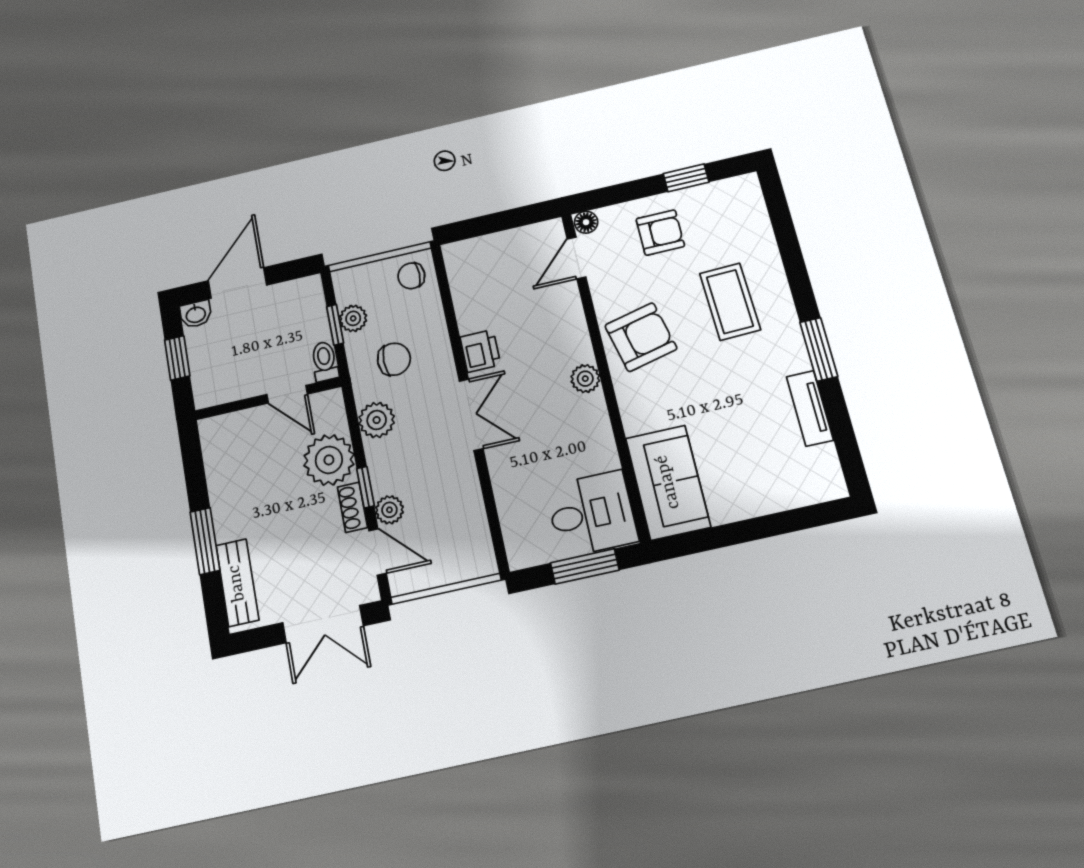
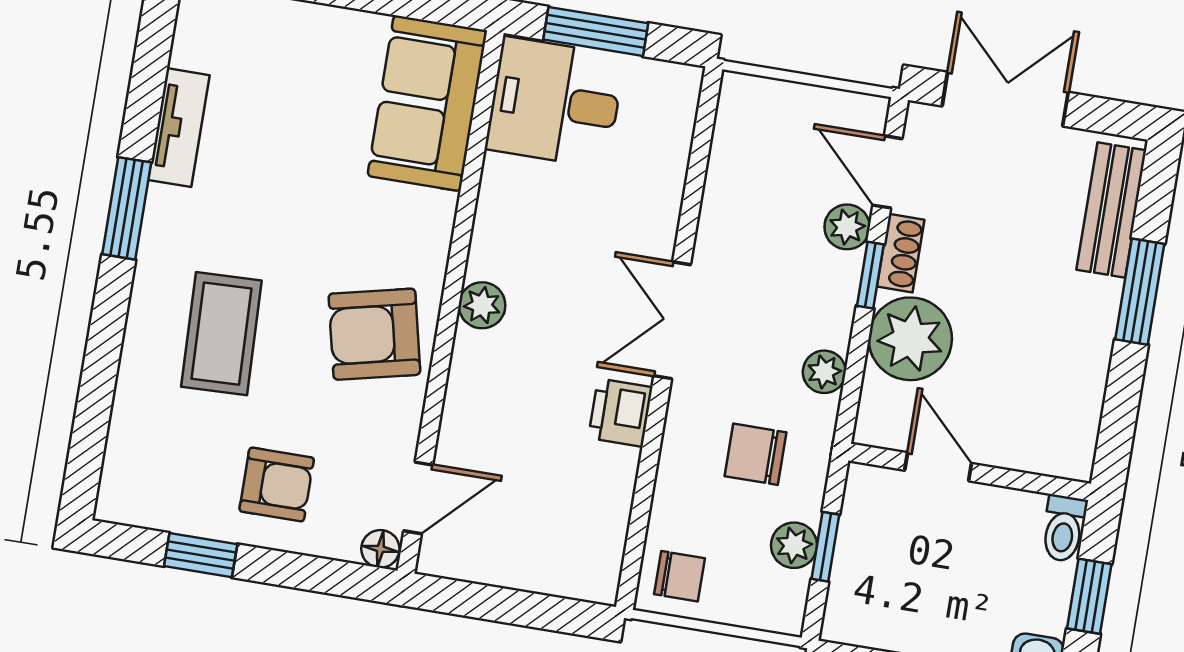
armchair: (660, 233) -> (277, 484), turned 180
toilet: (325, 361) -> (1064, 529), moved
plant: (377, 420) -> (824, 372), width x0.73, depth x0.73

